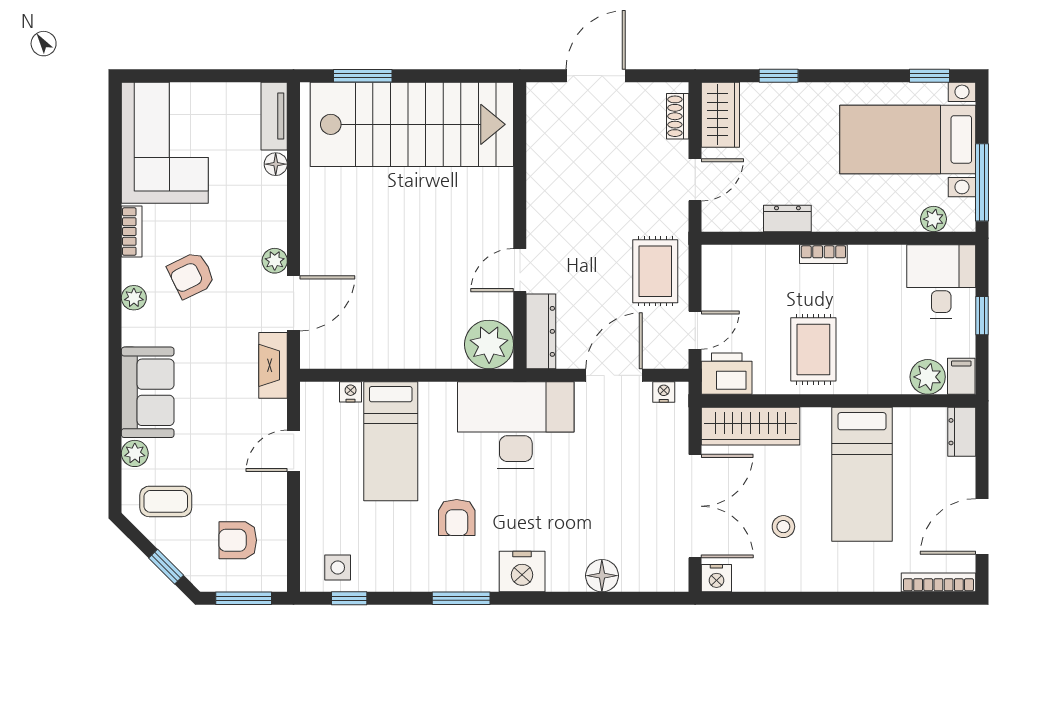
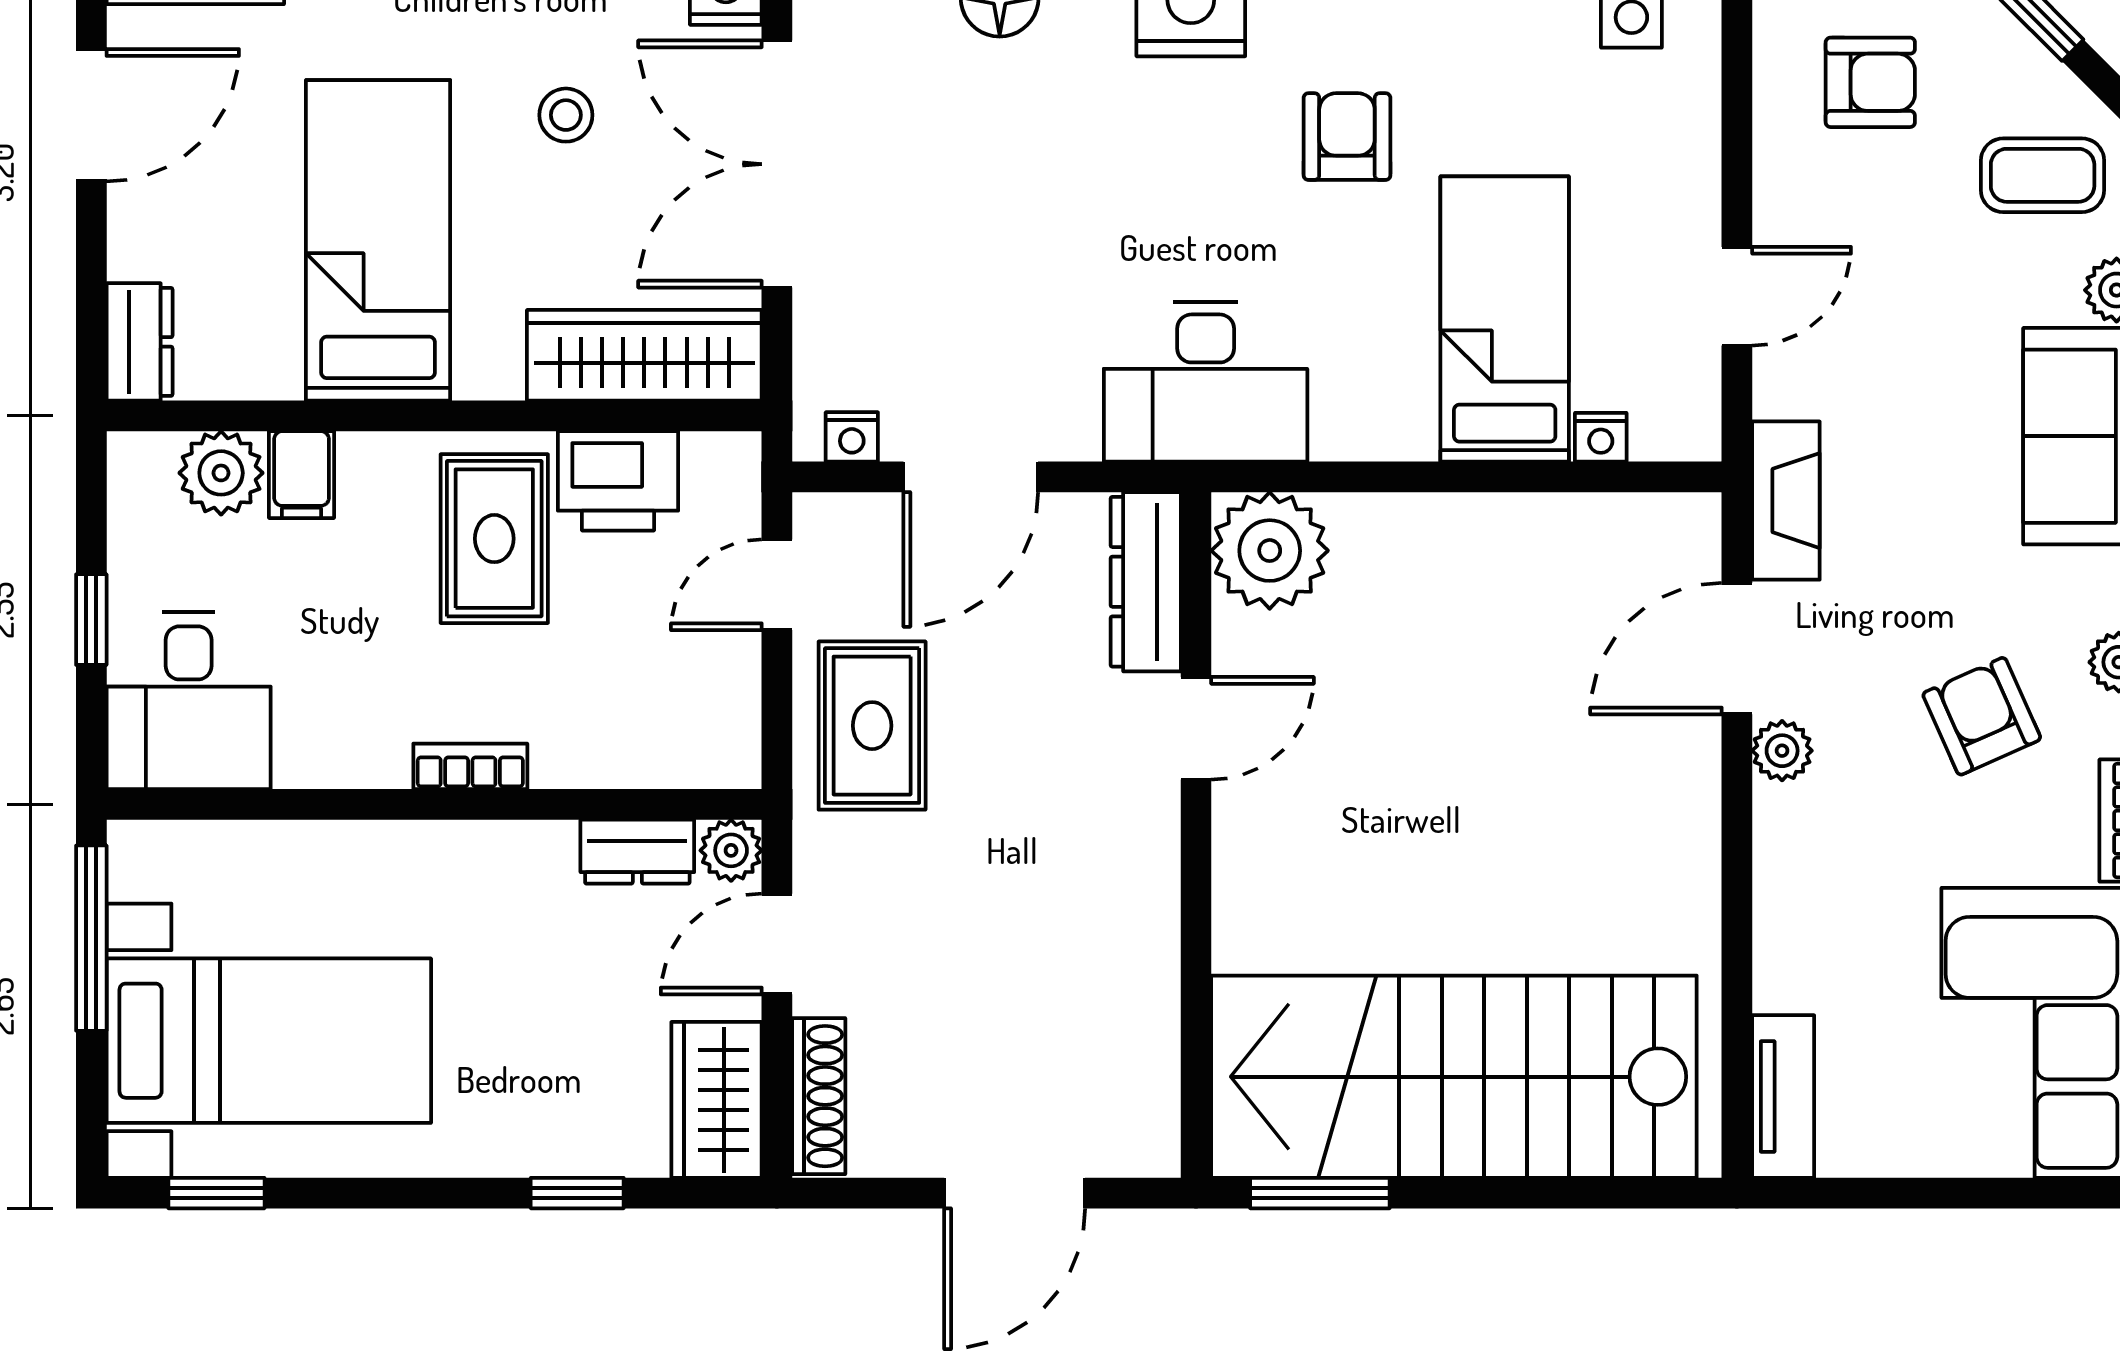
window: (363, 76) -> (1320, 1193), moved
shoe rack: (678, 116) -> (819, 1096), width x1.43
floor lamp: (276, 164) -> (1780, 982), removed
dresser: (787, 218) -> (637, 852), moved
plant: (934, 219) -> (731, 850), moved
armchair: (191, 275) -> (1982, 716), turned -88
printer: (727, 374) -> (618, 481), moved
filing cabinet: (961, 376) -> (302, 475), moved
desk: (516, 425) -> (1206, 382), width x0.73, depth x0.77

